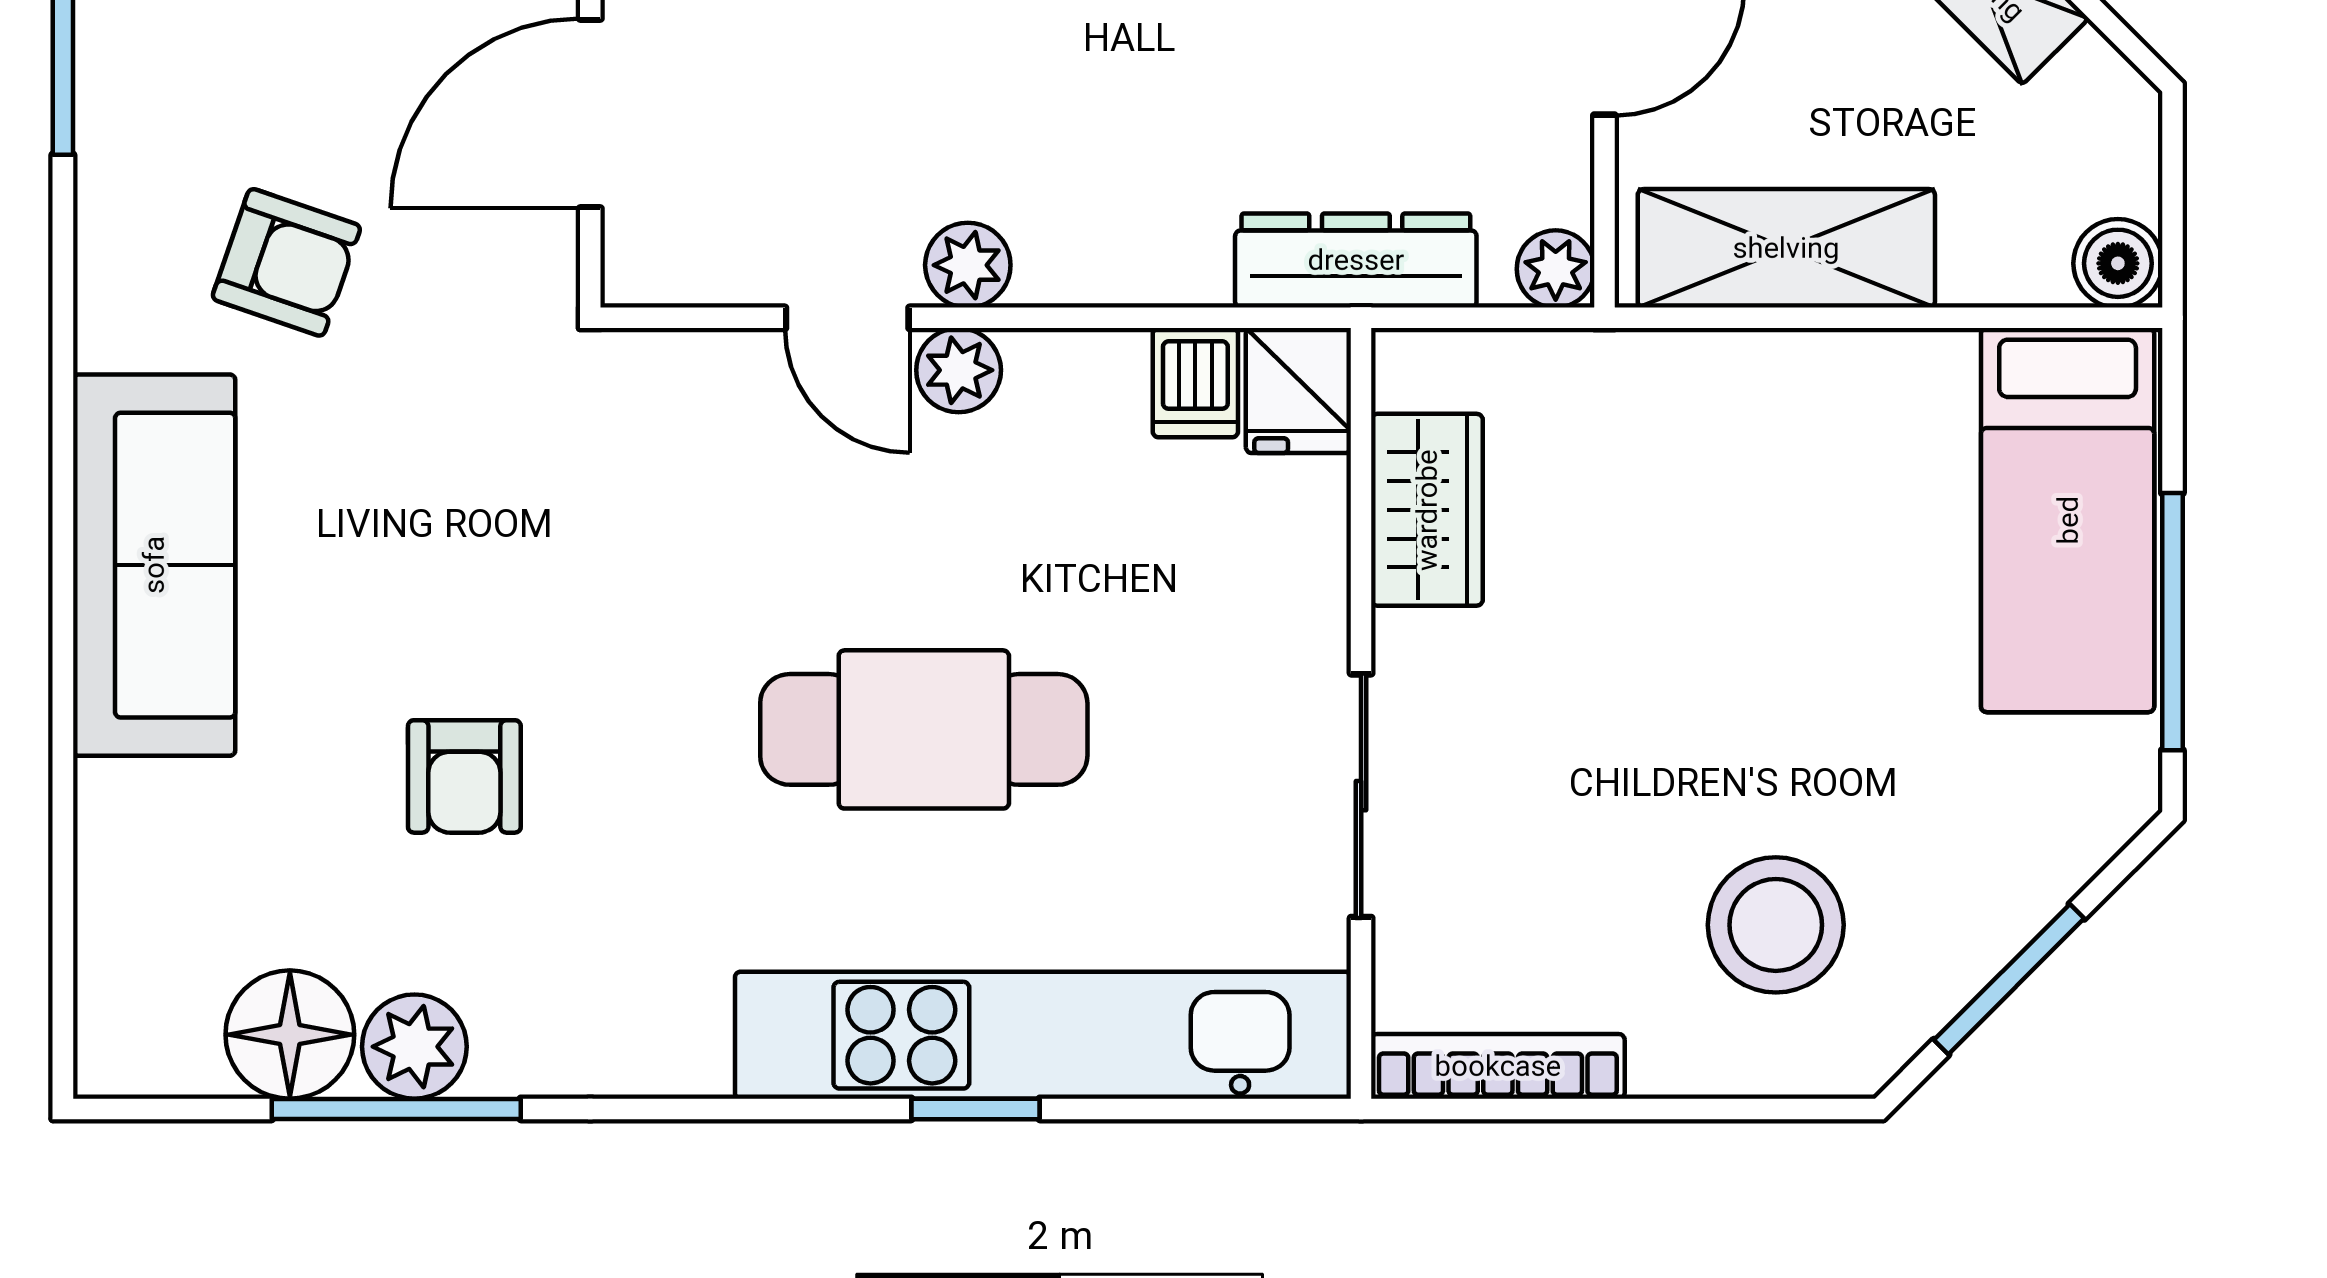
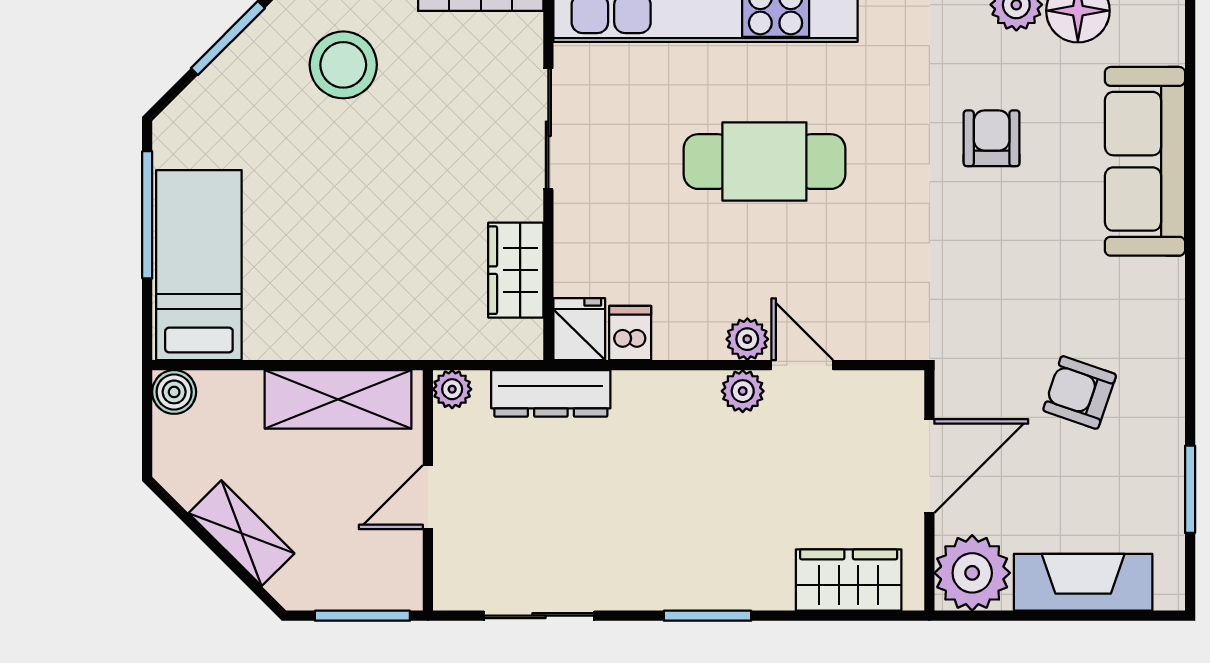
sofa: (154, 565) -> (1145, 161), moved

